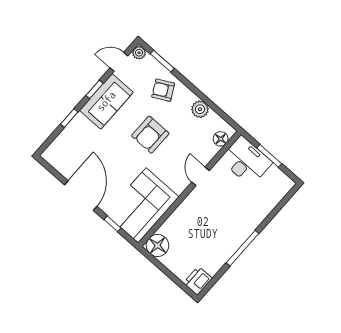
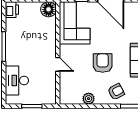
floor lamp: (221, 139) -> (64, 93), removed
desk: (246, 161) -> (17, 80), moved, turned 90

